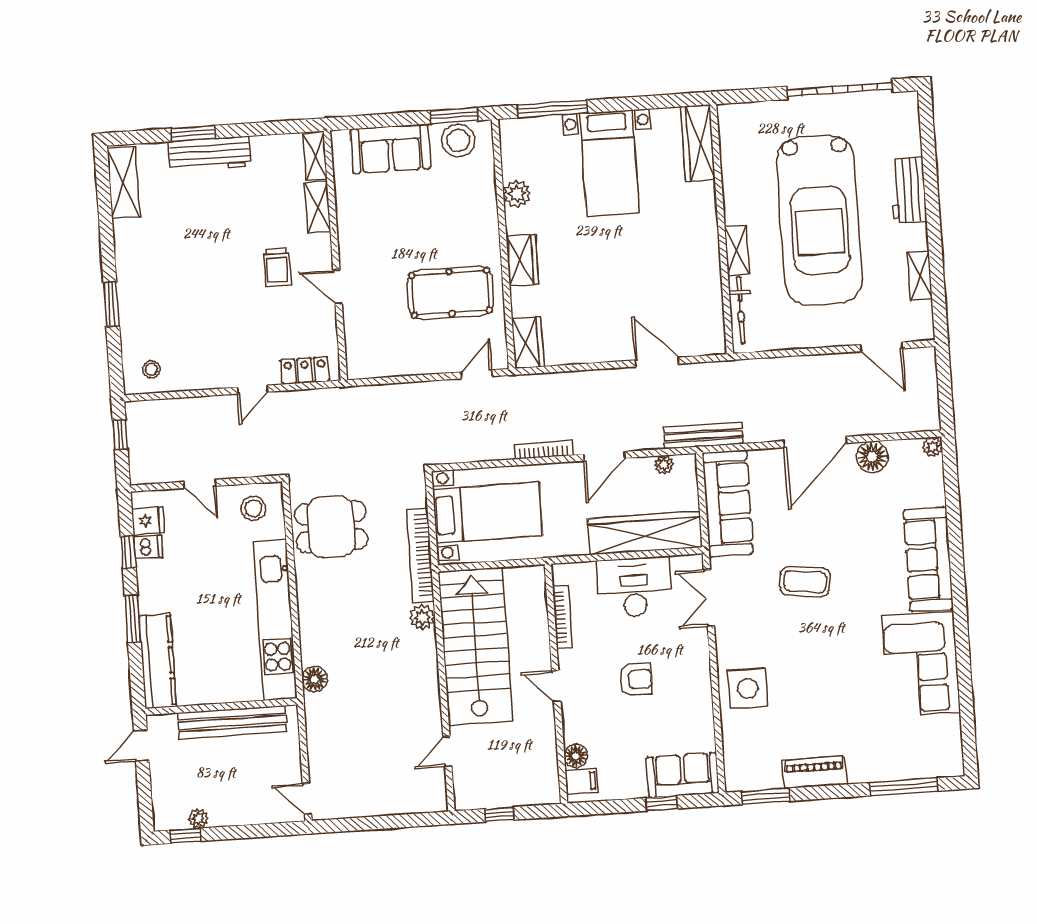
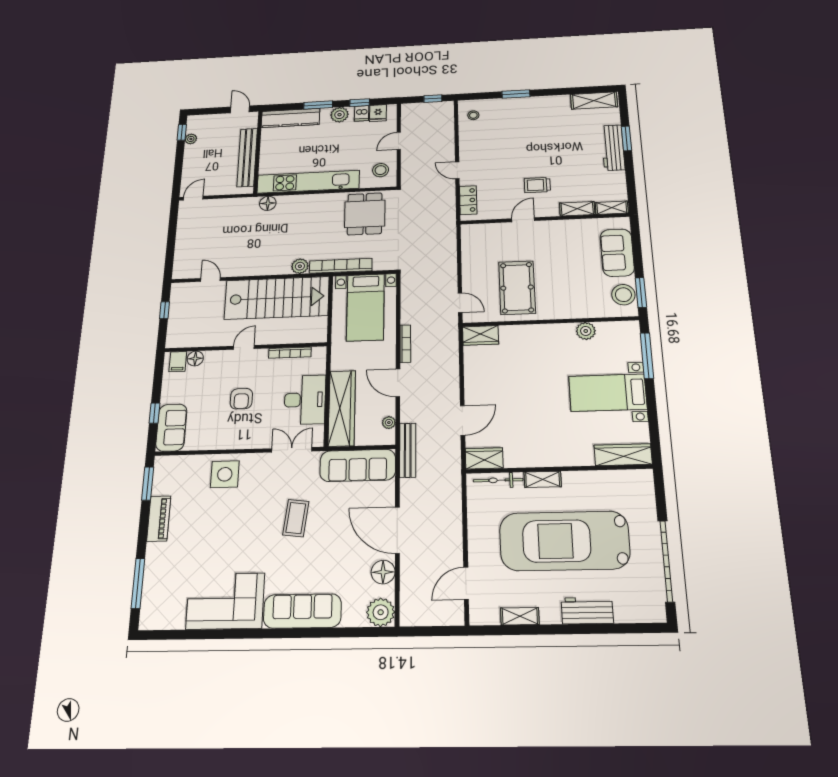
wardrobe: (522, 260) -> (484, 458), moved, turned 180
plant: (933, 447) -> (381, 612), width x1.88, depth x1.88
plant: (151, 582) -> (339, 115), added

